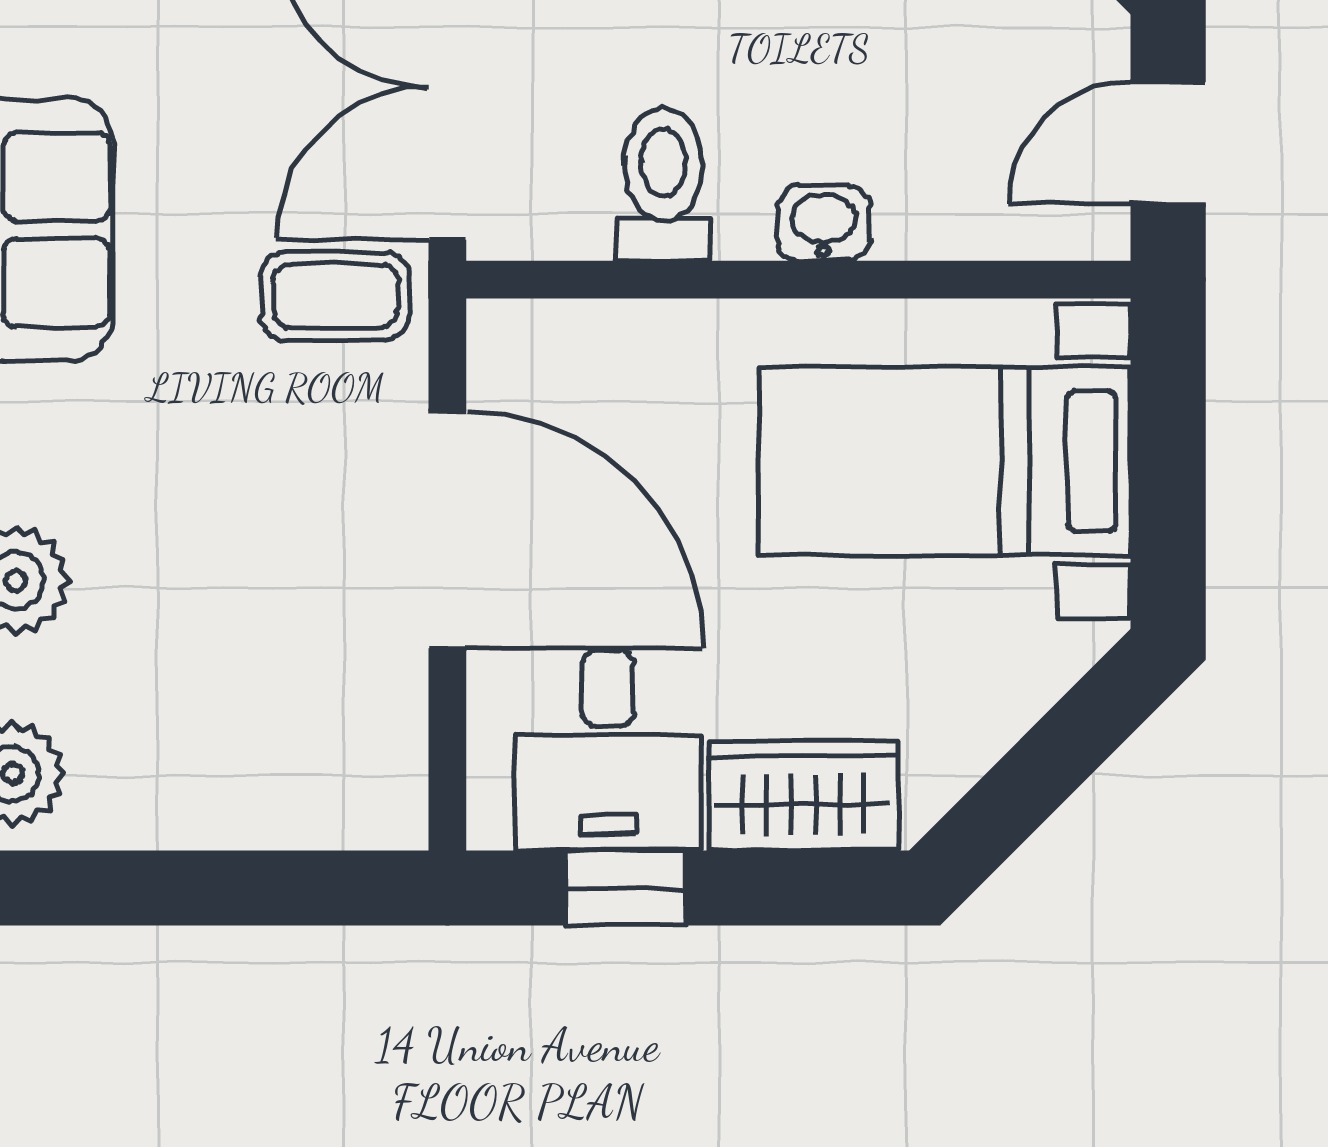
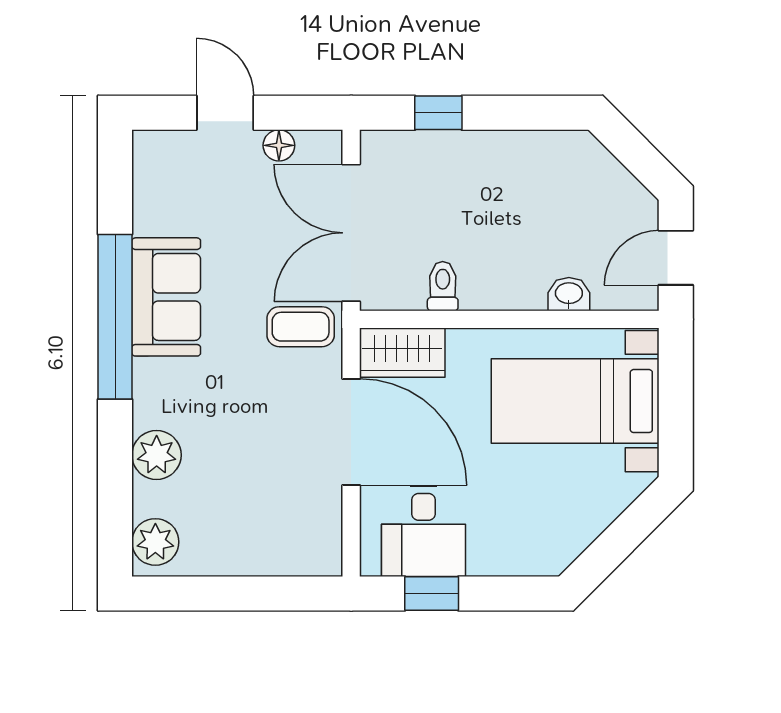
toilet: (663, 184) -> (443, 286), width x0.73, depth x0.72
washbasin: (824, 224) -> (569, 294), moved
wardrobe: (803, 796) -> (402, 353), moved, turned 180

